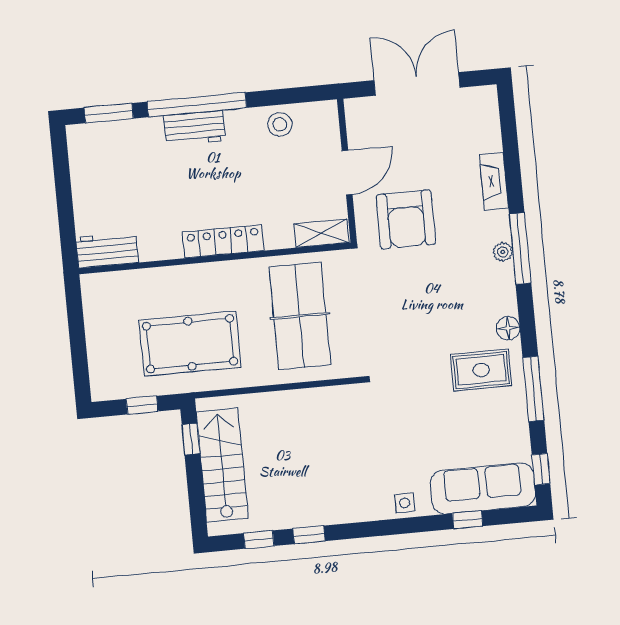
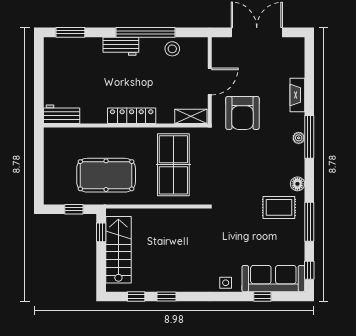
window: (197, 105) -> (145, 32), moved

